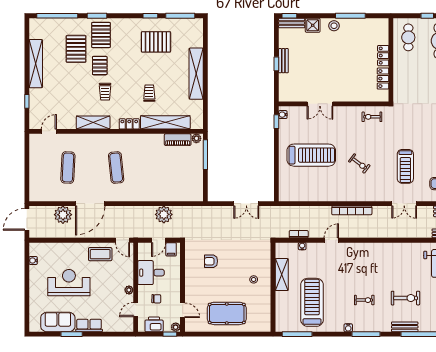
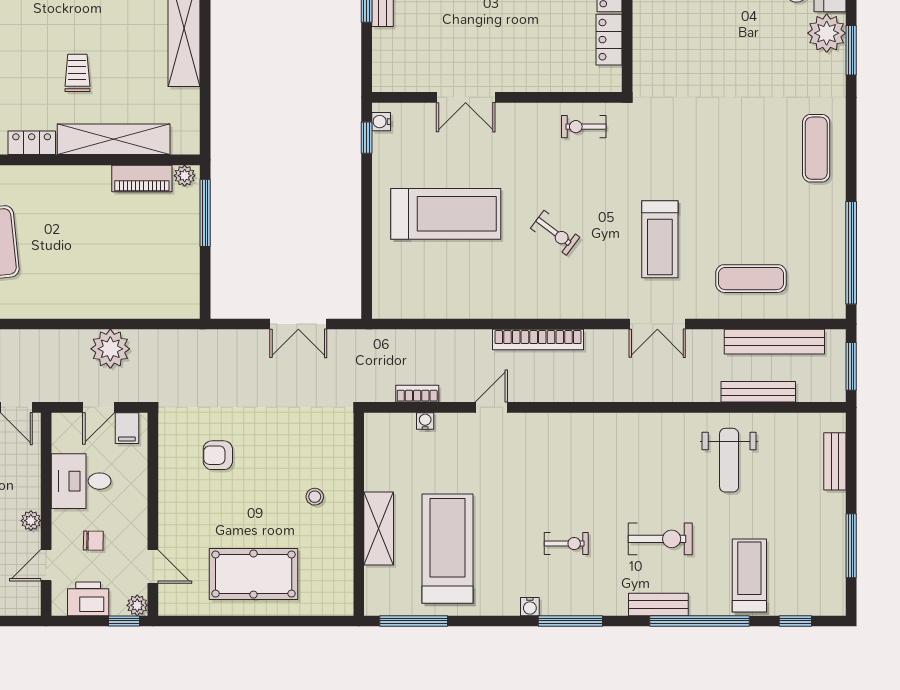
shelving: (282, 275) -> (379, 528), moved

